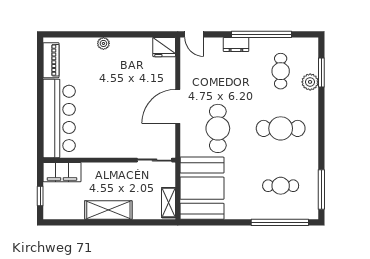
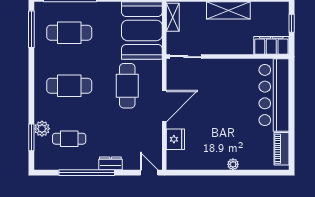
fridge: (164, 47) -> (175, 139), moved, turned 90
cafe table: (281, 71) -> (69, 139), turned 90
cafe table: (281, 186) -> (69, 33), width x1.37, depth x1.35

